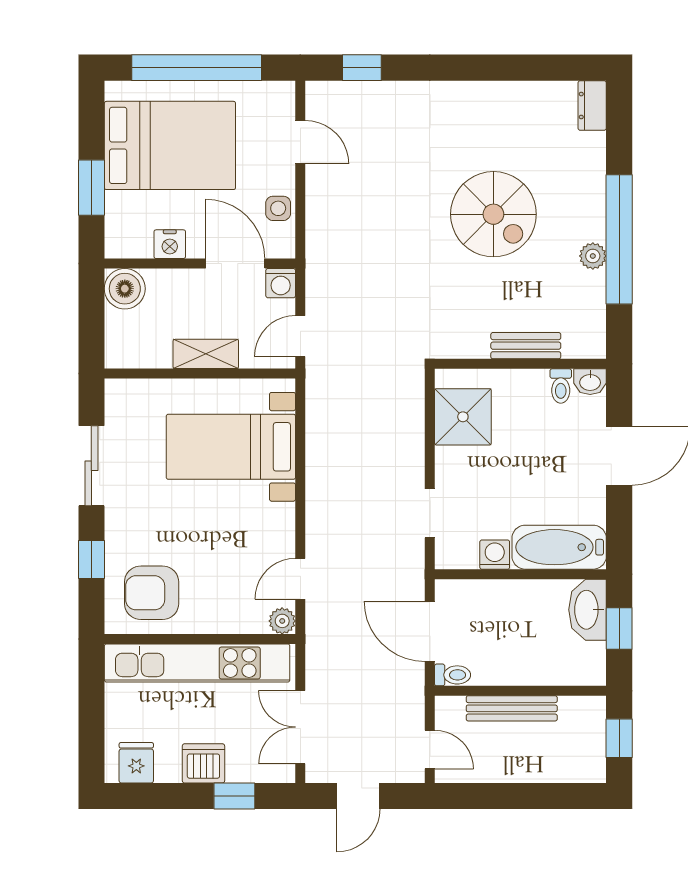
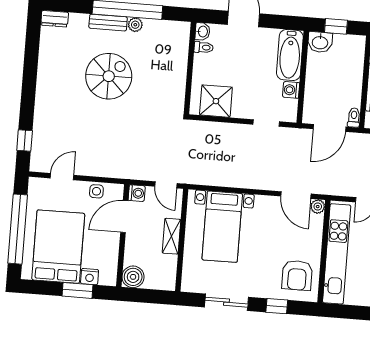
nightstand: (170, 244) -> (90, 277), moved, turned 90
bench: (526, 346) -> (108, 23), moved, turned 90
door: (300, 579) -> (296, 195), width x1.38
washbasin: (587, 610) -> (320, 42), width x0.72

